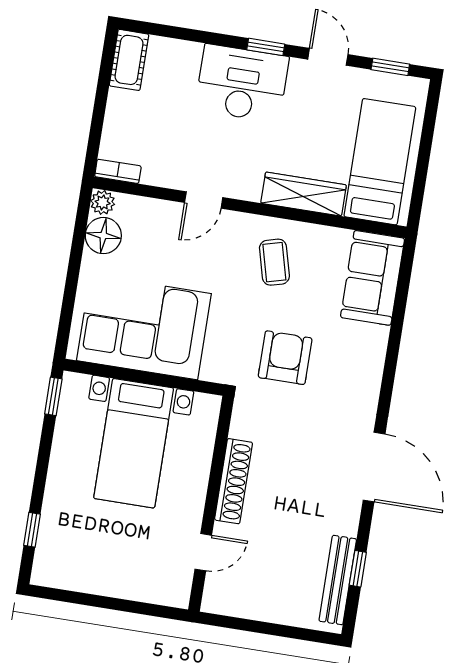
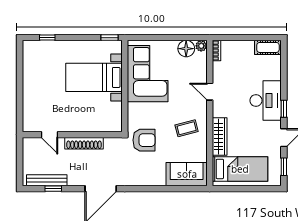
shoe rack: (234, 481) -> (84, 143), moved
wall: (211, 504) -> (72, 135), moved
door: (203, 552) -> (50, 135), moved

